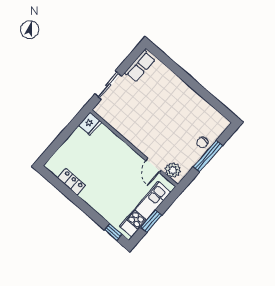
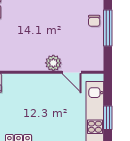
plant: (173, 170) -> (53, 63), moved

